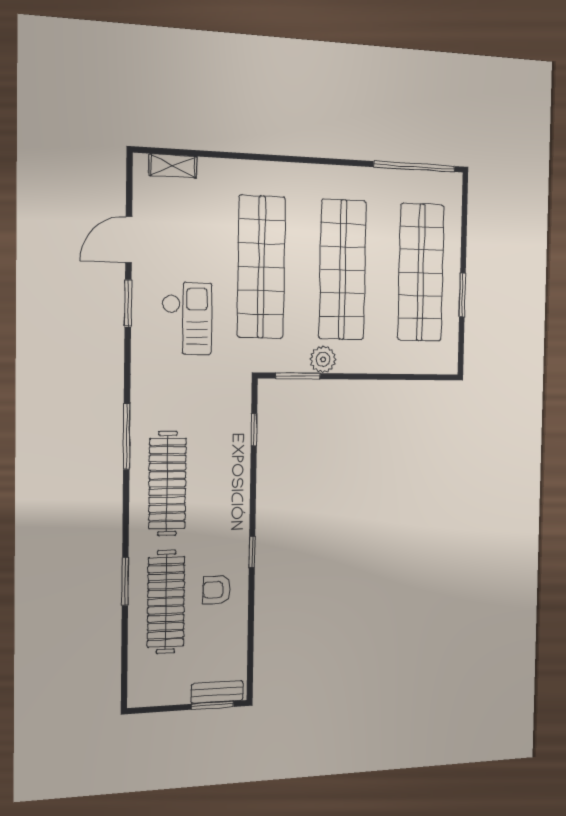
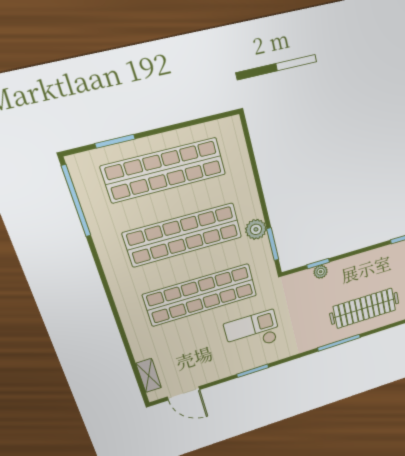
door: (129, 240) -> (184, 393), moved
window: (462, 295) -> (115, 141), moved
plant: (242, 431) -> (321, 272), added

